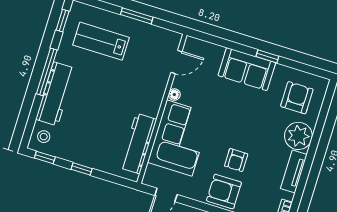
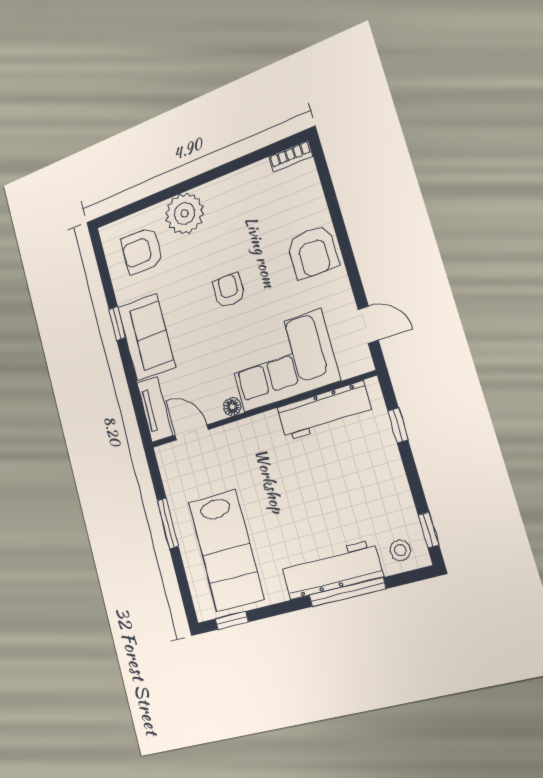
lab bench: (101, 41) -> (226, 551), width x1.36, depth x1.39
window: (47, 72) -> (347, 592), moved
armchair: (236, 160) -> (229, 290), moved, turned -90
window: (82, 169) -> (398, 425), moved
tv unit: (294, 171) -> (155, 409), moved, turned -90

